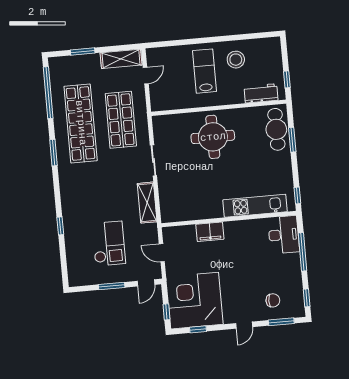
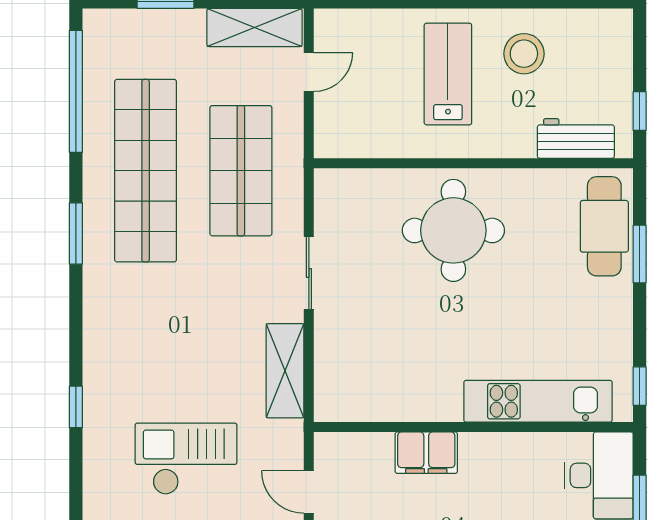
checkout: (109, 244) -> (186, 459), turned -90

